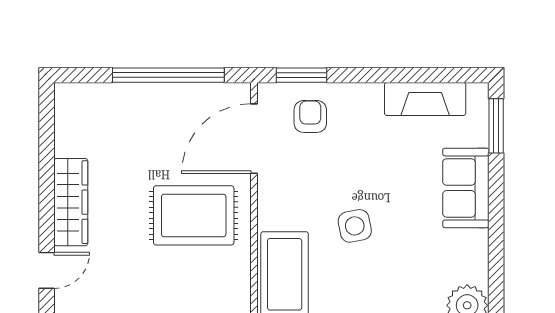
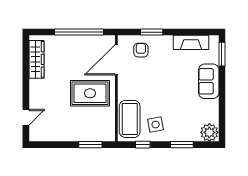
window: (302, 75) -> (152, 32), moved
wardrobe: (71, 202) -> (36, 59), moved
side table: (355, 226) -> (156, 125), moved

